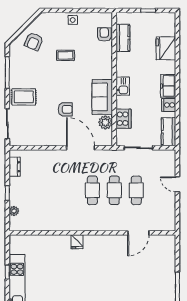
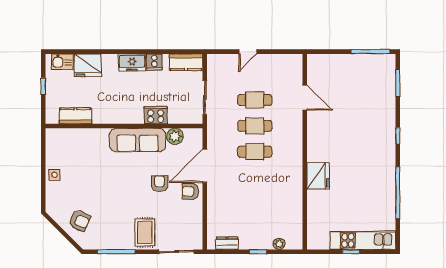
armchair: (104, 34) -> (190, 191), moved
coffee table: (66, 55) -> (96, 183), removed
kitchen sink: (123, 86) -> (62, 62), moved, turned 180
sofa: (102, 97) -> (138, 140), width x1.36
cooker: (124, 119) -> (156, 115), moved
fridge: (77, 242) -> (318, 176), width x1.88, depth x1.34

